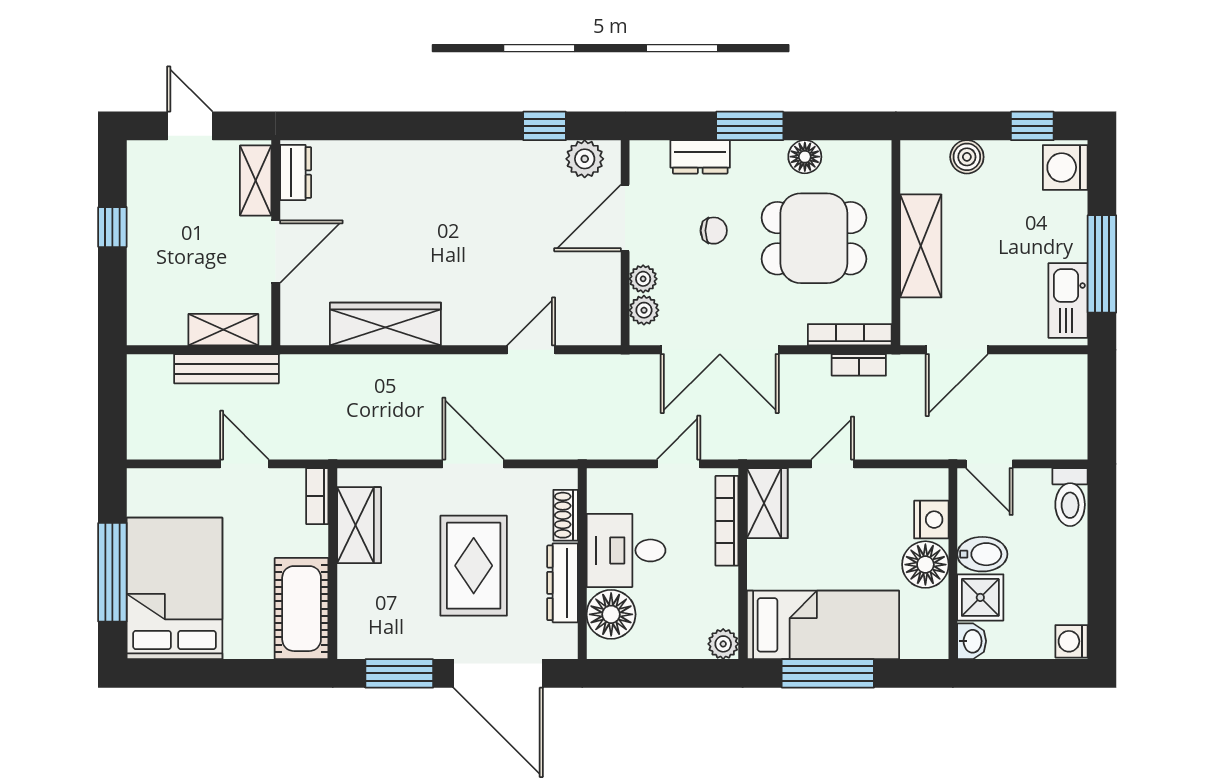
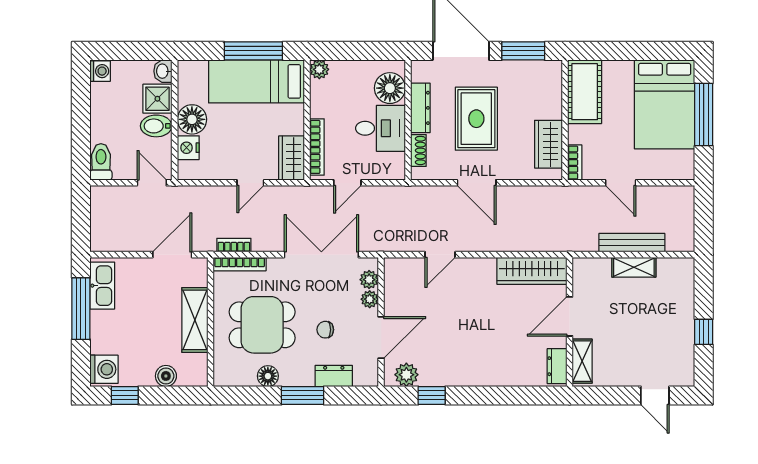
dresser: (296, 172) -> (557, 366), moved
shelving: (256, 180) -> (582, 361), moved
wall: (276, 243) -> (569, 322), moved
door: (276, 252) -> (569, 316), moved

